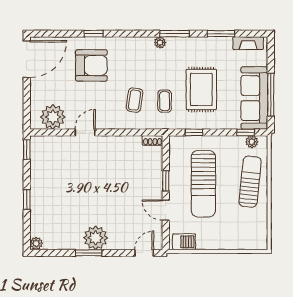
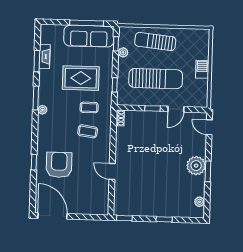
fireplace: (248, 43) -> (45, 57), moved
plant: (53, 117) -> (99, 197), removed
plant: (252, 142) -> (123, 52), moved
barbecue: (184, 242) -> (202, 69), moved
plant: (36, 243) -> (200, 202), moved

